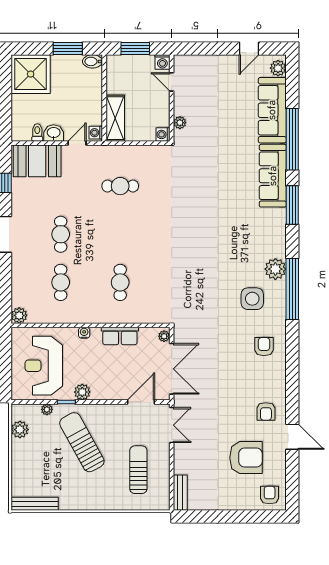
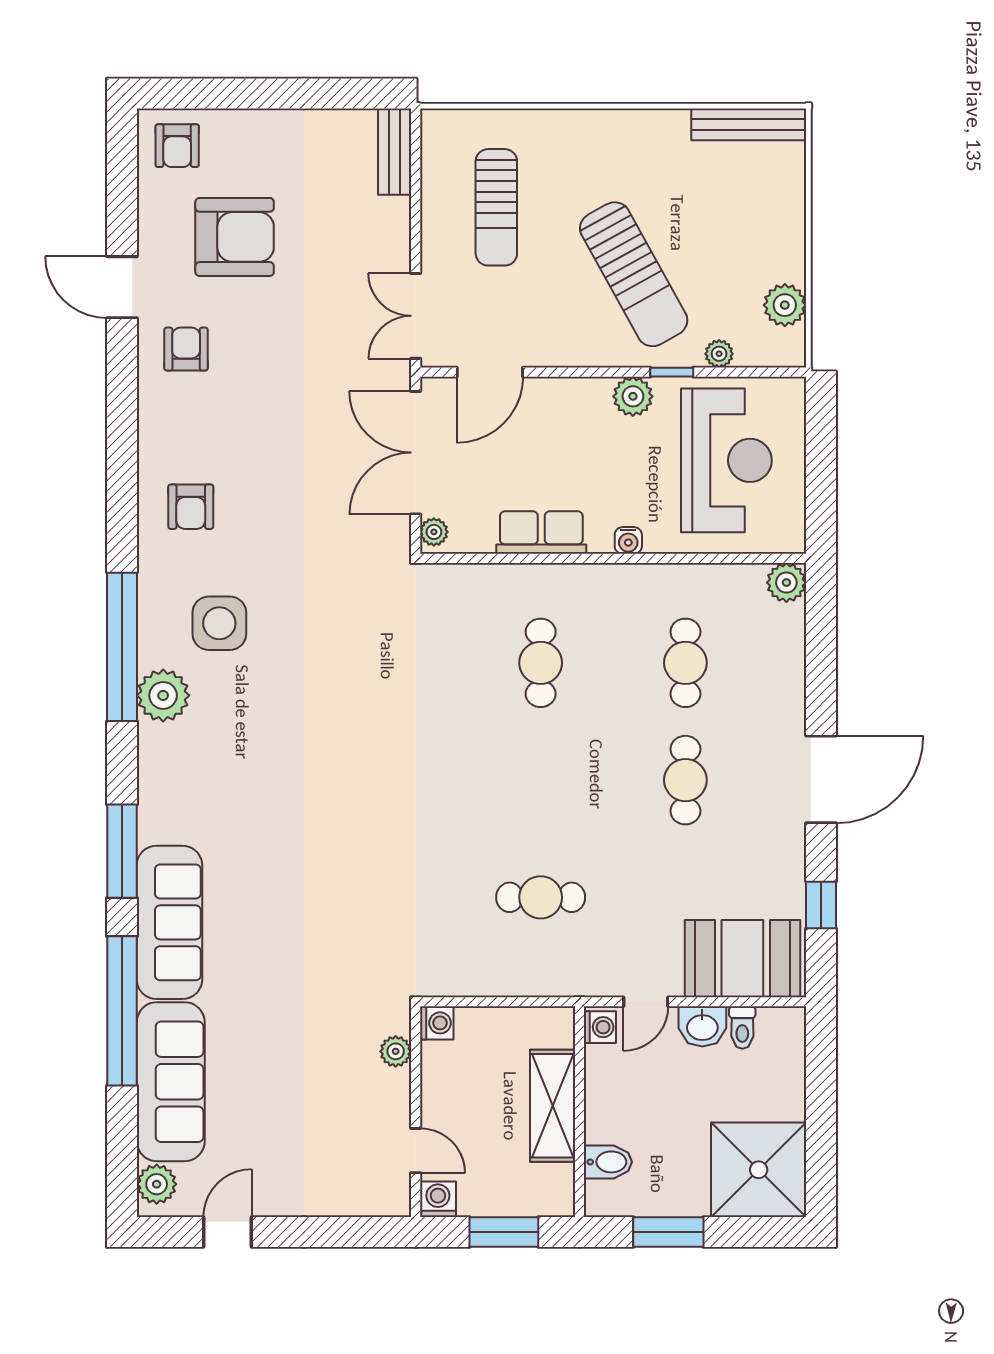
bidet: (92, 61) -> (608, 1162), moved
shelving: (115, 118) -> (553, 1106), moved
armchair: (246, 458) -> (235, 237), turned 180

